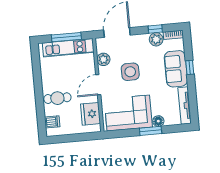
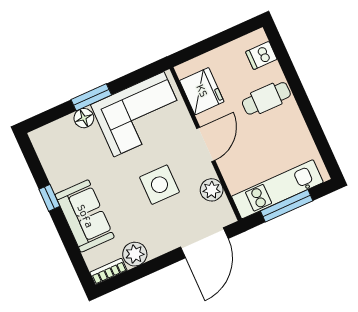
window: (155, 29) -> (142, 271), removed
window: (190, 67) -> (49, 198), moved
tv unit: (185, 106) -> (49, 159), removed

